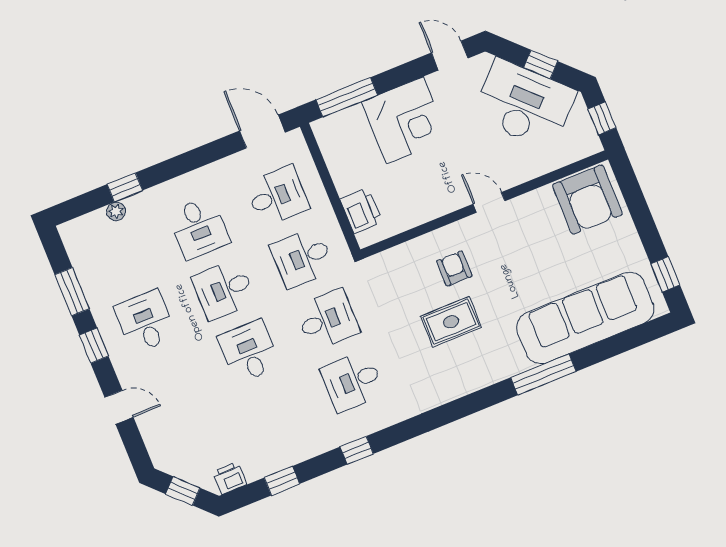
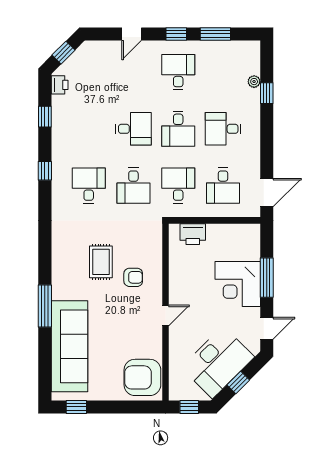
window: (347, 97) -> (267, 278), moved
desk: (224, 290) -> (178, 129), turned 180
desk: (145, 322) -> (178, 72), turned -90

